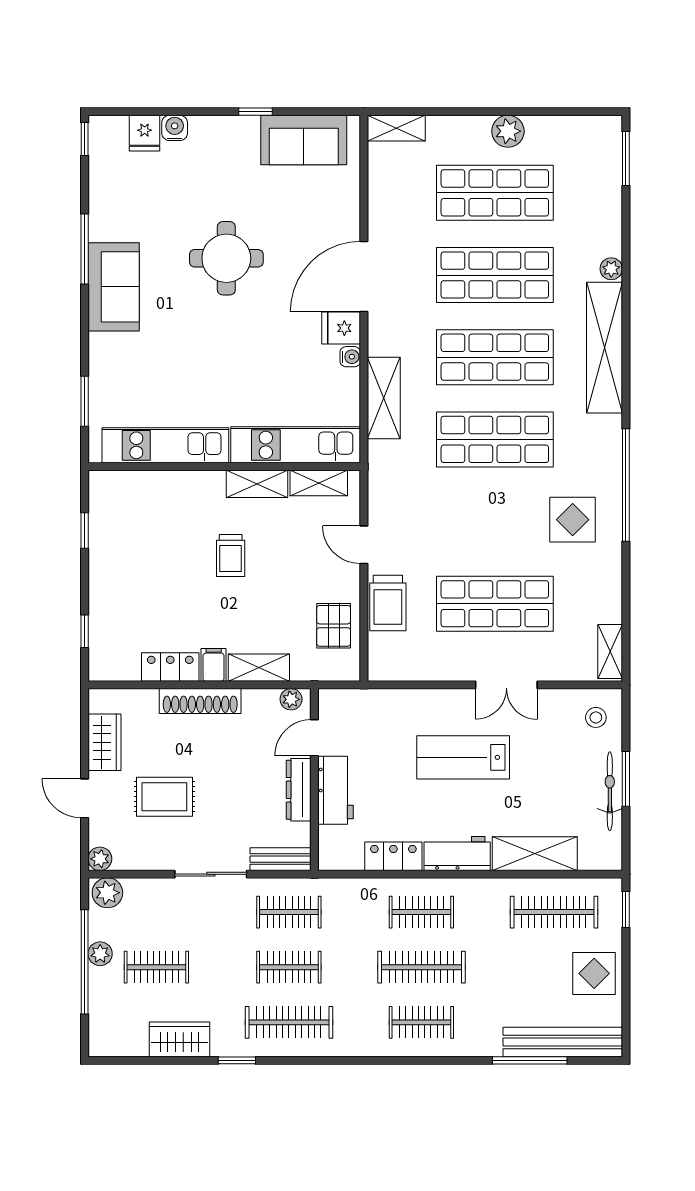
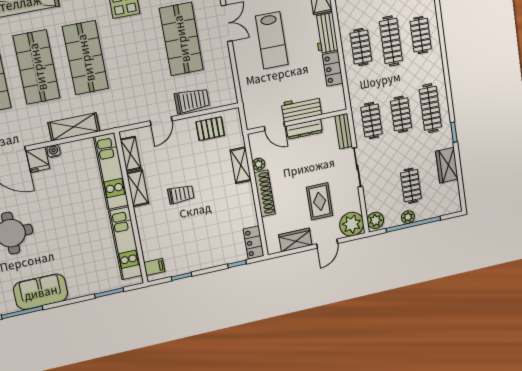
filing cabinet: (214, 665) -> (154, 267), moved, turned 180
locker: (170, 667) -> (254, 243), moved
plant: (291, 699) -> (259, 164), moved
plant: (100, 859) -> (352, 224), width x1.88, depth x1.88

